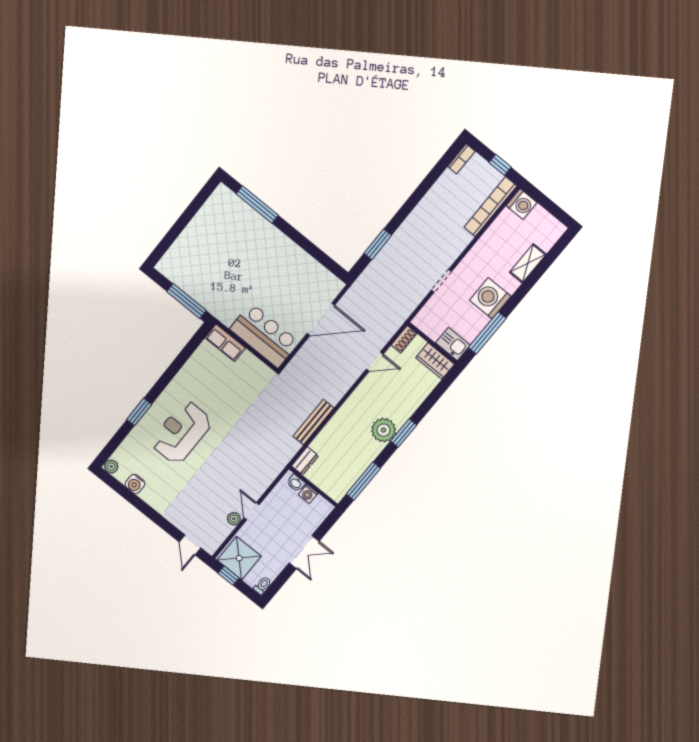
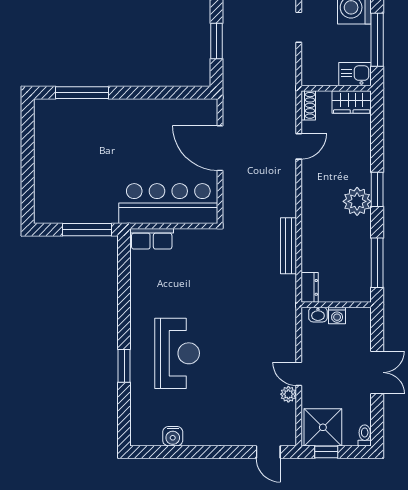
door: (321, 319) -> (220, 148), swing flipped
bar counter: (264, 335) -> (168, 204), width x1.36
reception desk: (181, 432) -> (177, 353), turned 180
plant: (111, 466) -> (138, 438), removed

